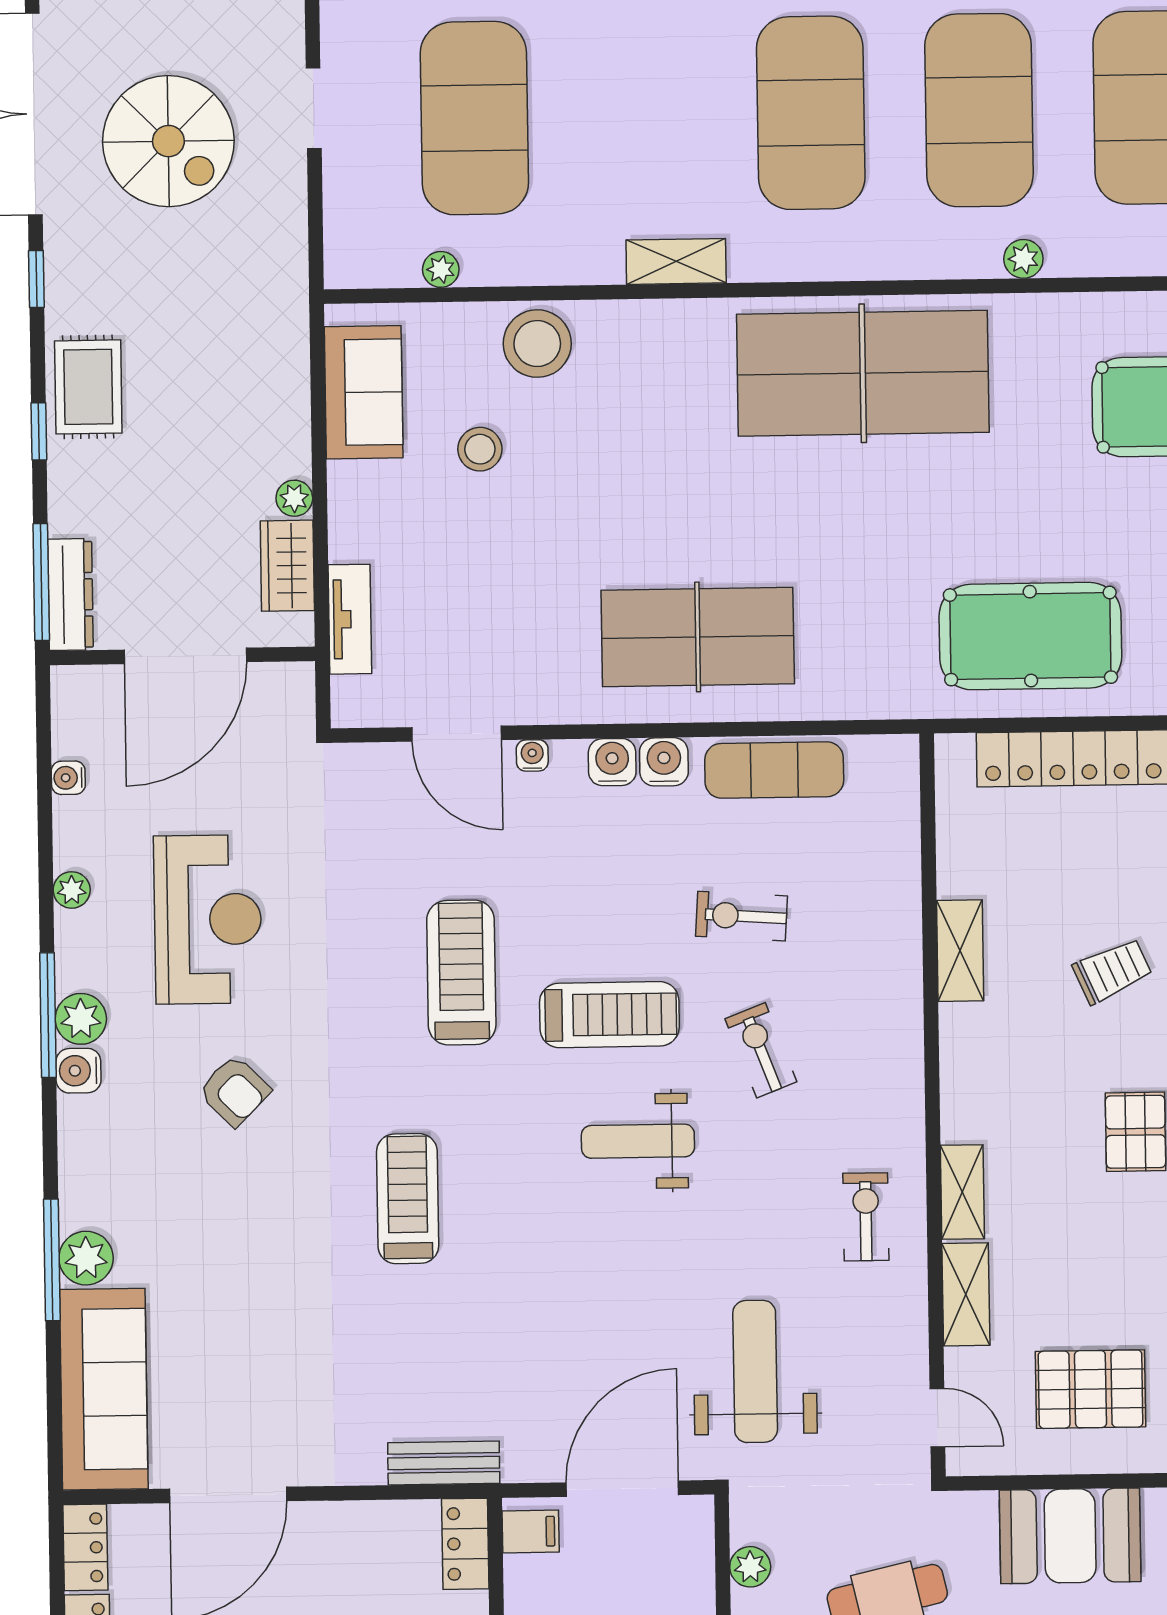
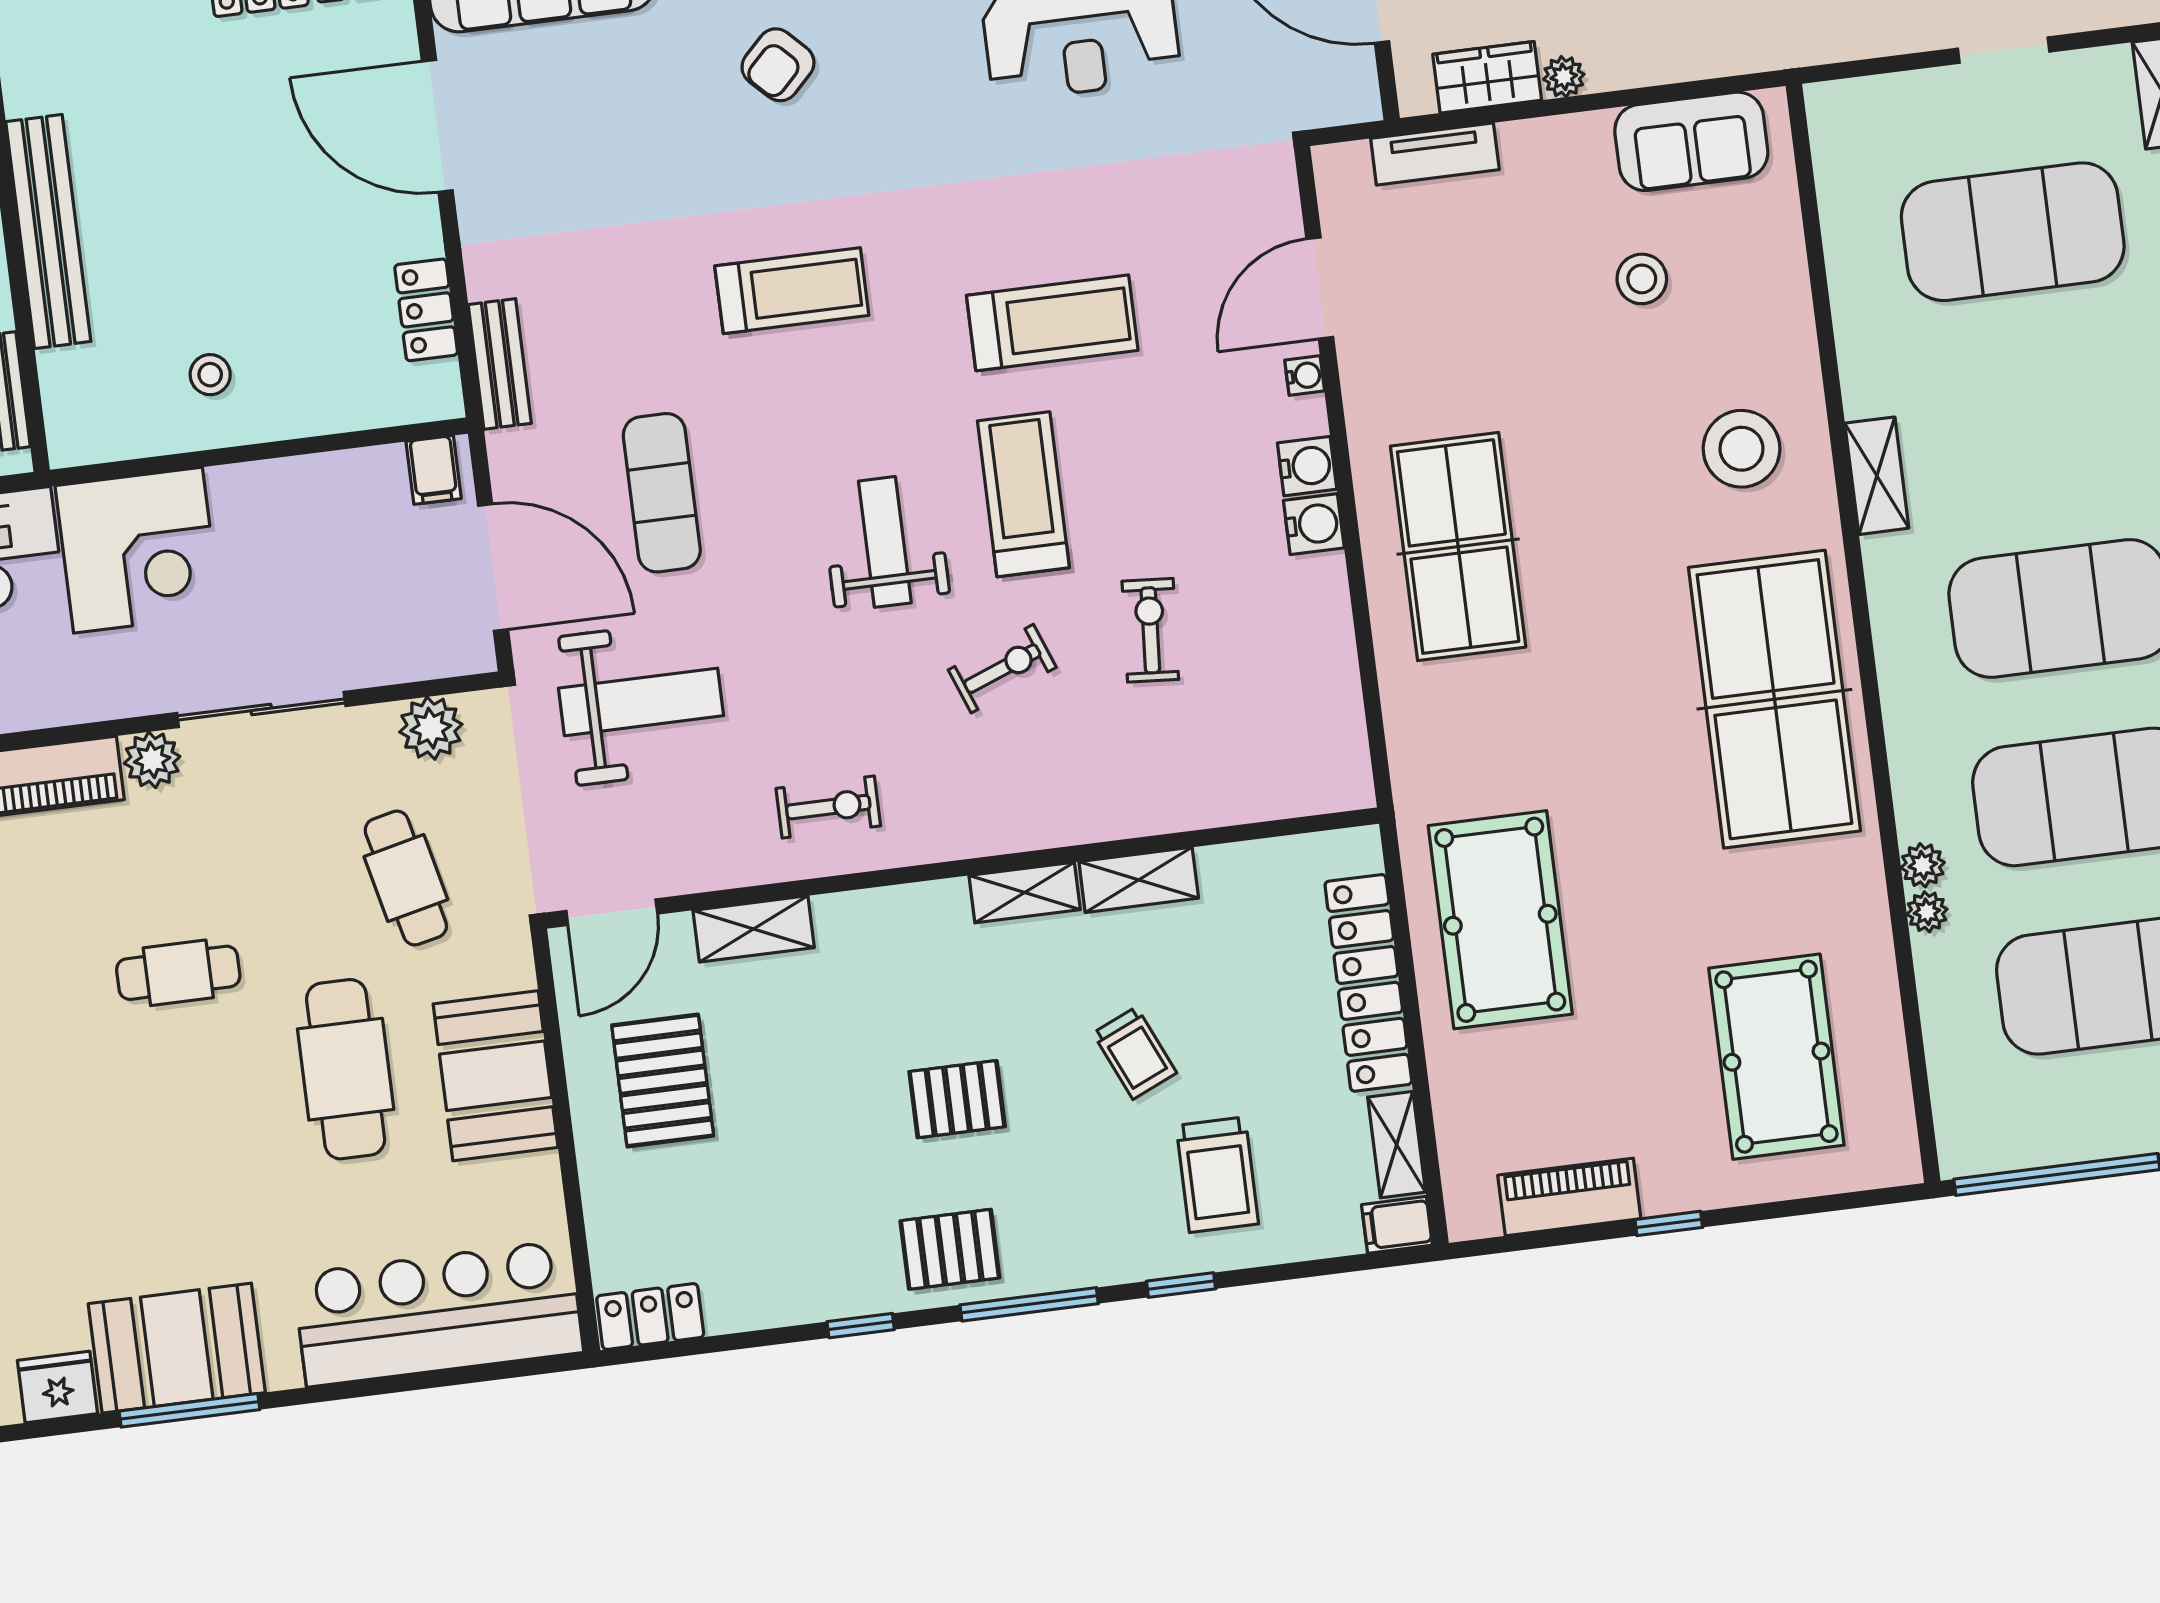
plant: (441, 269) -> (1927, 912), moved
stool: (537, 344) -> (1742, 449), moved
exercise mat: (774, 770) -> (662, 493), moved
treadmill: (609, 1015) -> (1023, 494), turned 180
armchair: (234, 1091) -> (778, 65), moved
shelving: (962, 1192) -> (1025, 892), moved
door: (937, 1418) -> (612, 912), width x1.37
locker: (465, 1544) -> (426, 310), moved, turned -90
plant: (750, 1567) -> (431, 728), width x1.38, depth x1.38

